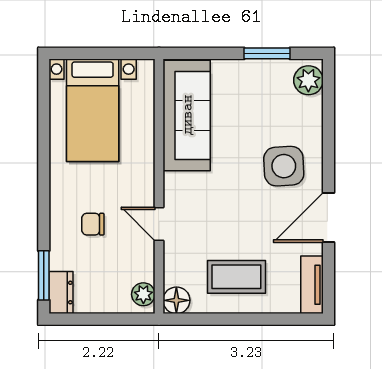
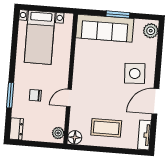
window: (267, 53) -> (118, 14), moved
sofa: (187, 115) -> (105, 28), moved, turned 90
door: (159, 224) -> (69, 98), hinge flipped
window: (44, 275) -> (10, 95), moved

